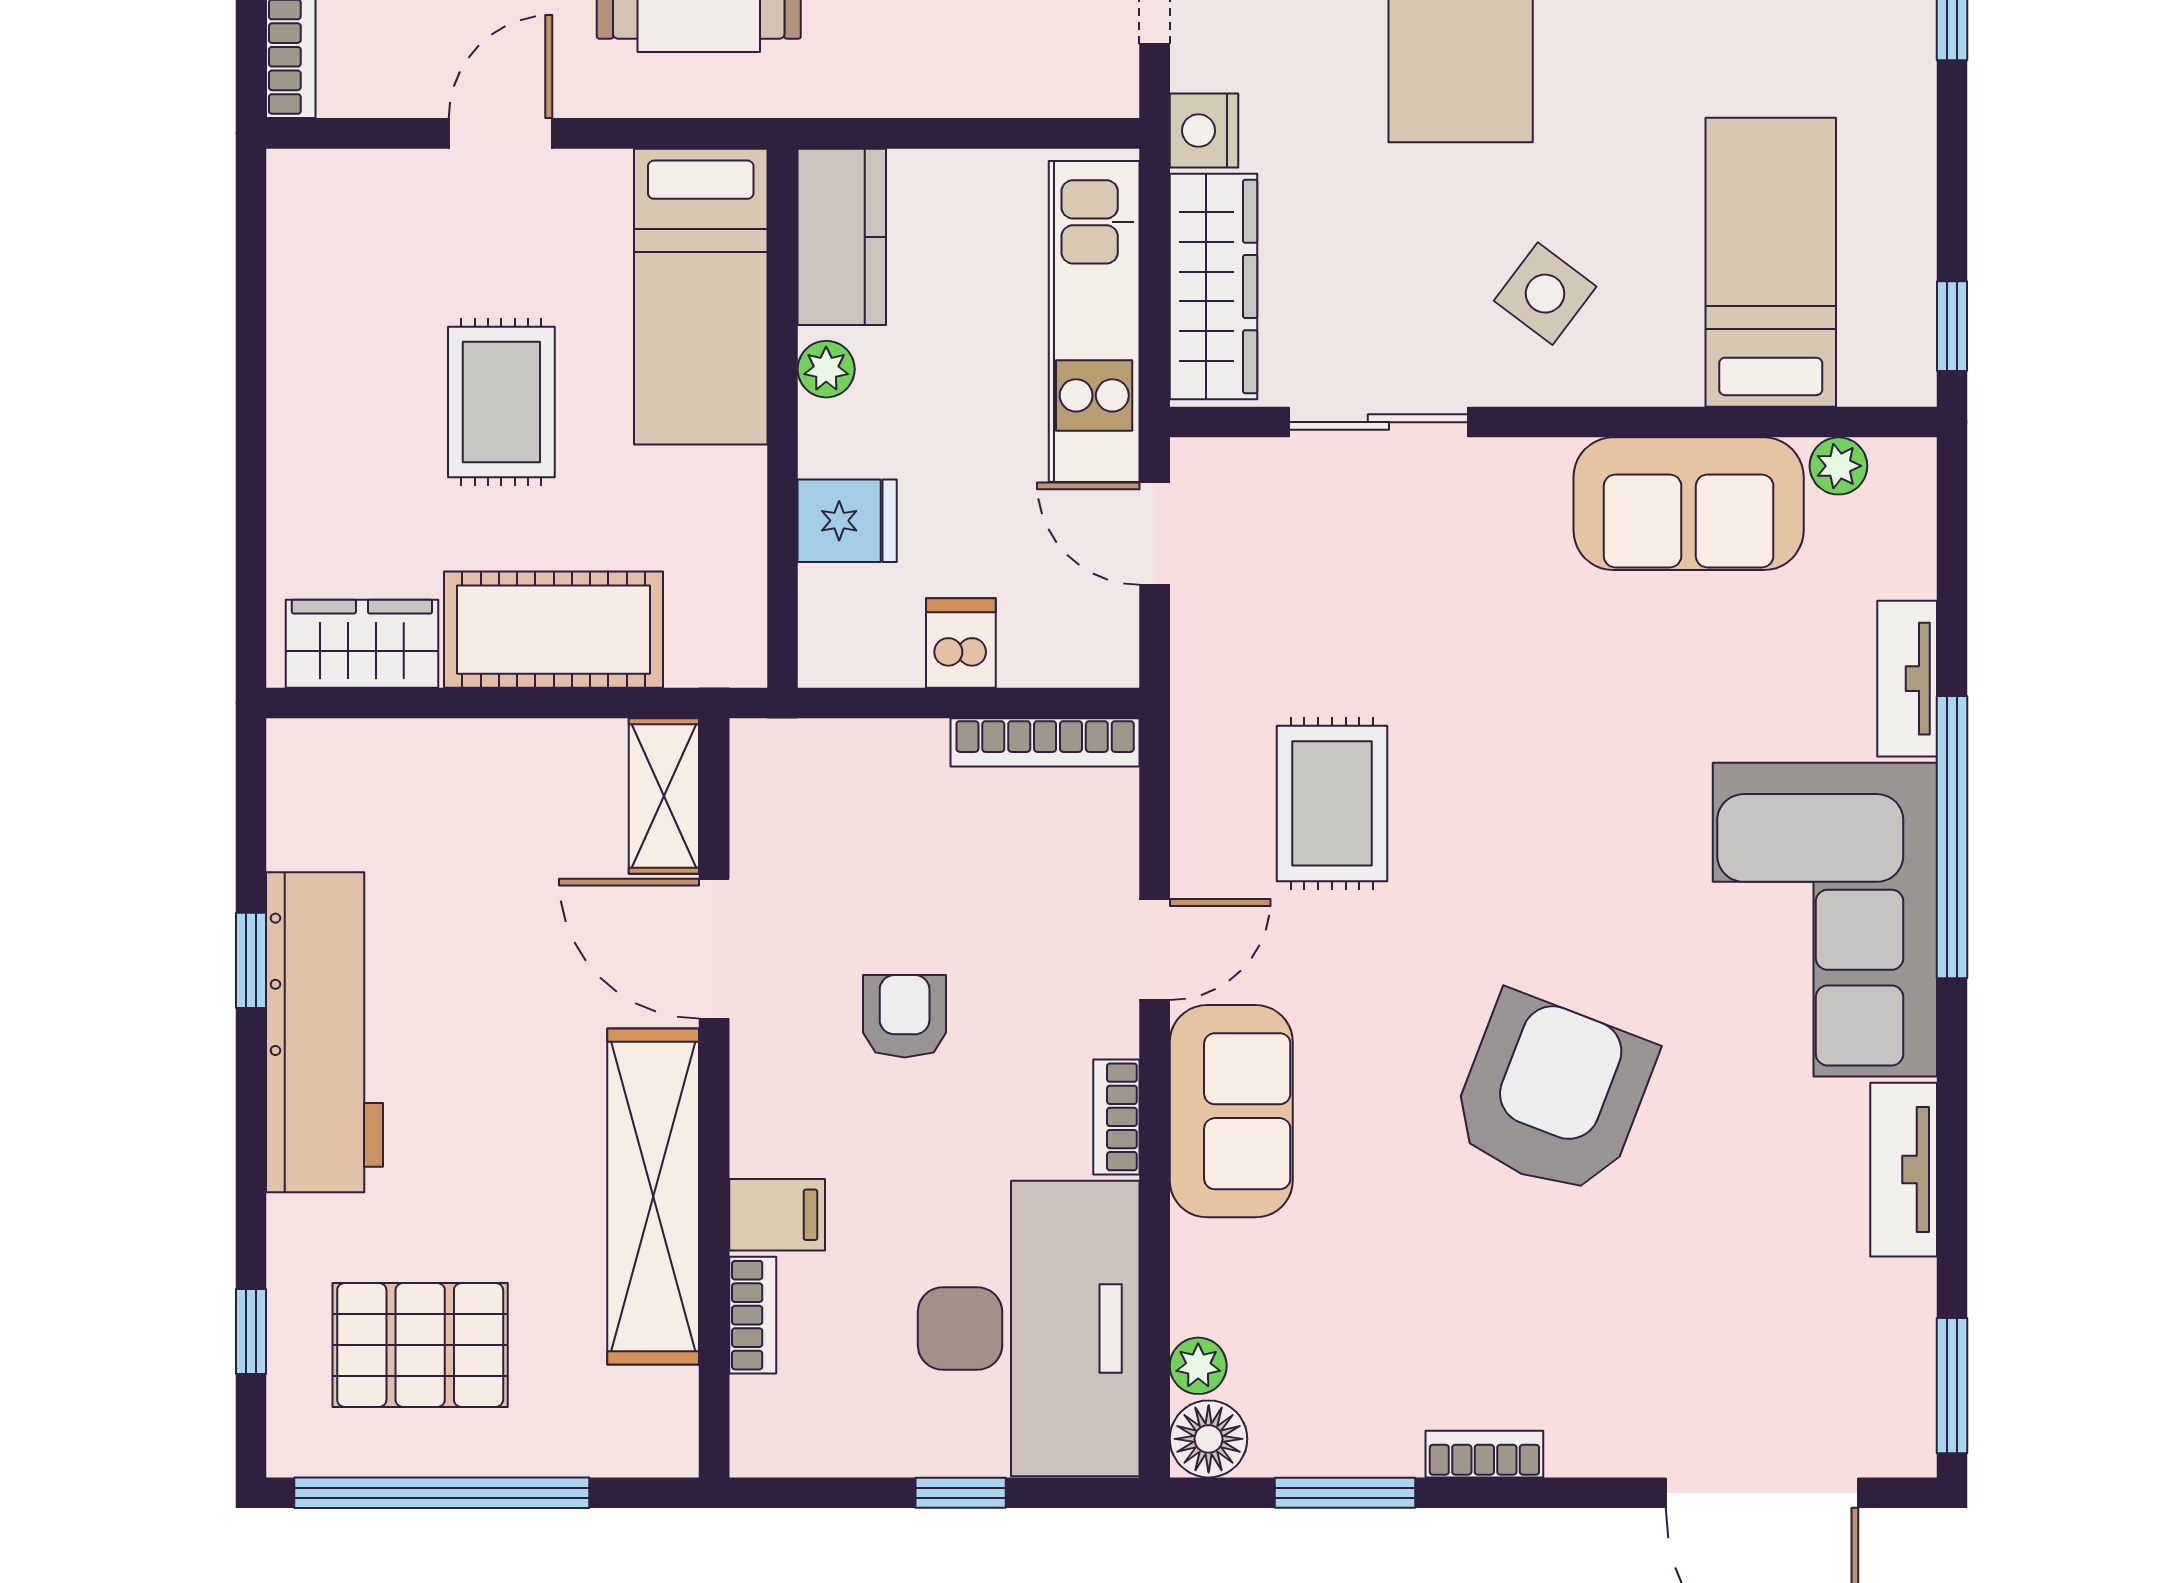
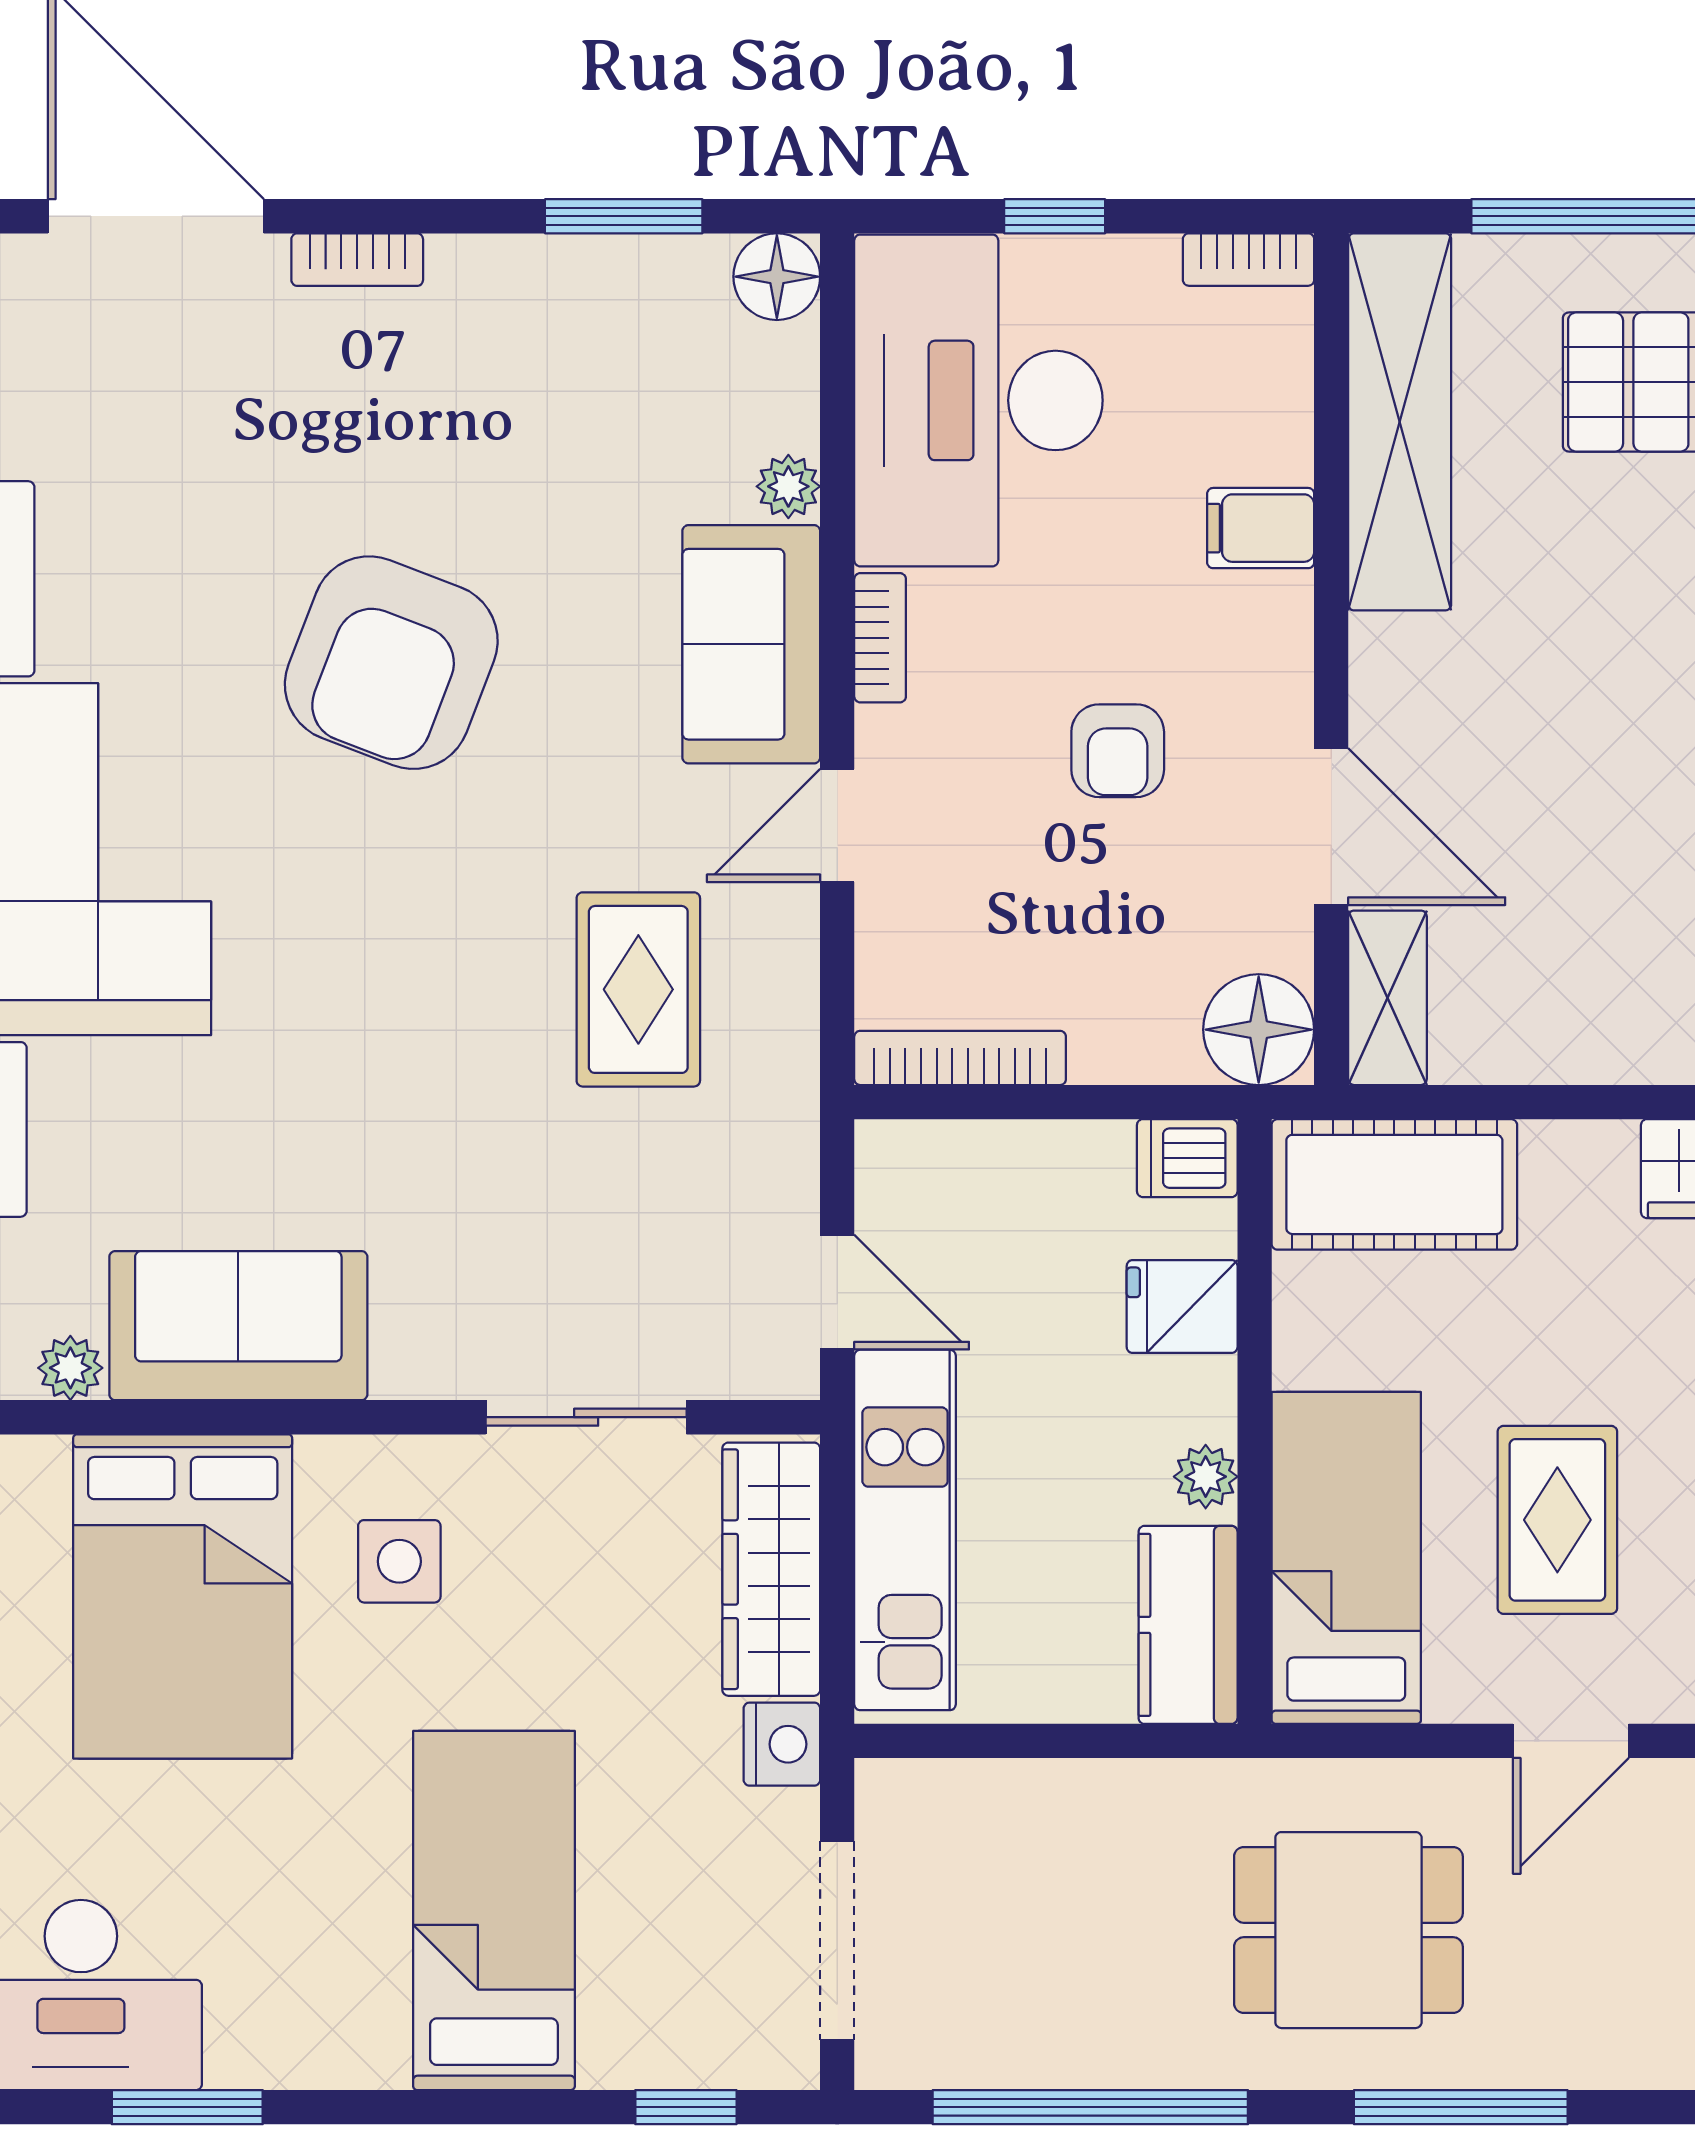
bed: (1771, 262) -> (183, 1596), width x1.50
side table: (1545, 294) -> (399, 1561), turned -37
rug: (501, 402) -> (1557, 1520), moved
cot: (554, 630) -> (1394, 1184), moved
dishwasher: (961, 643) -> (1187, 1158), moved, turned 90
floor lamp: (779, 768) -> (1259, 1030), added
shelving: (653, 1197) -> (1400, 422), moved
bookcase: (753, 1315) -> (1249, 260), moved, turned -90
plant: (1198, 1366) -> (788, 486), moved
bookcase: (1484, 1454) -> (357, 260), moved

